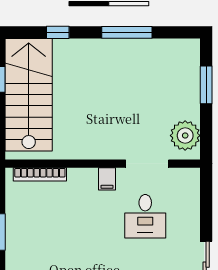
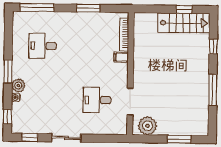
stairs: (29, 95) -> (184, 23), width x0.73, depth x0.66
filing cabinet: (107, 179) -> (121, 57), moved

